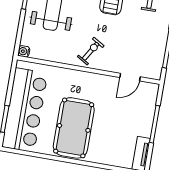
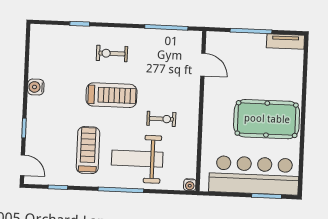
exercise bike: (91, 51) -> (161, 119), moved, turned 149

